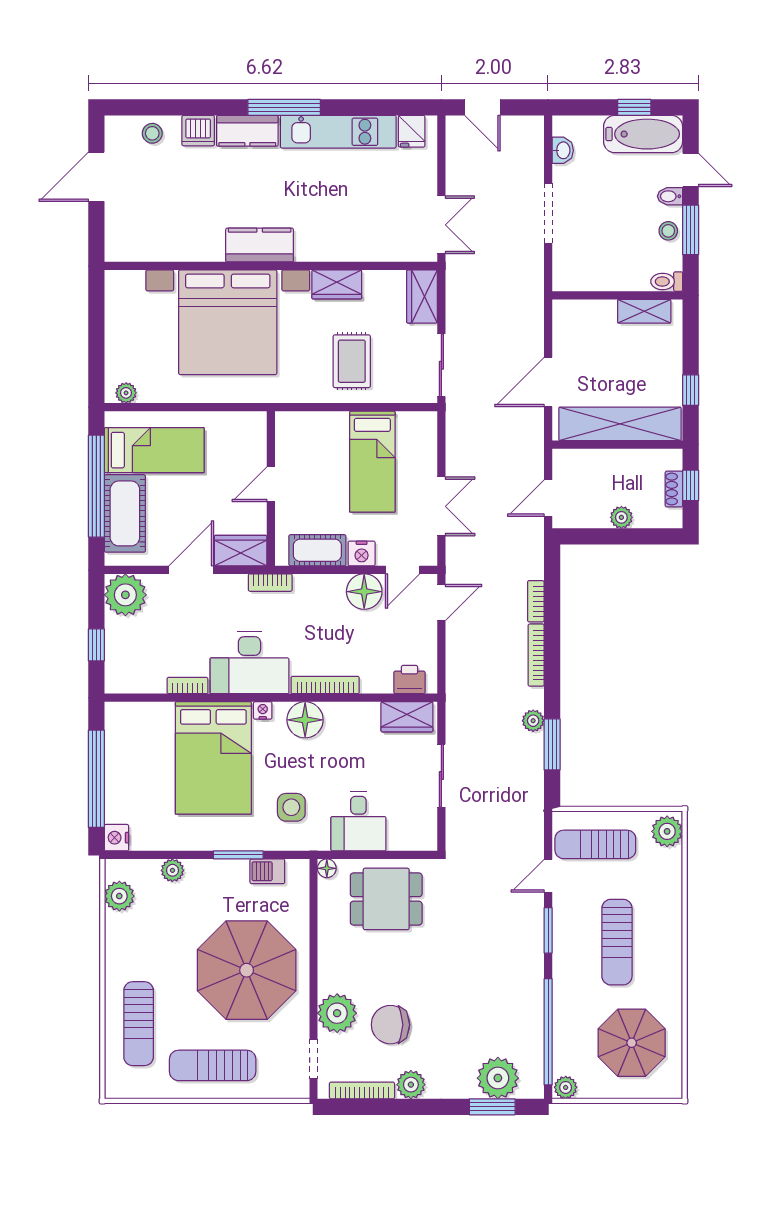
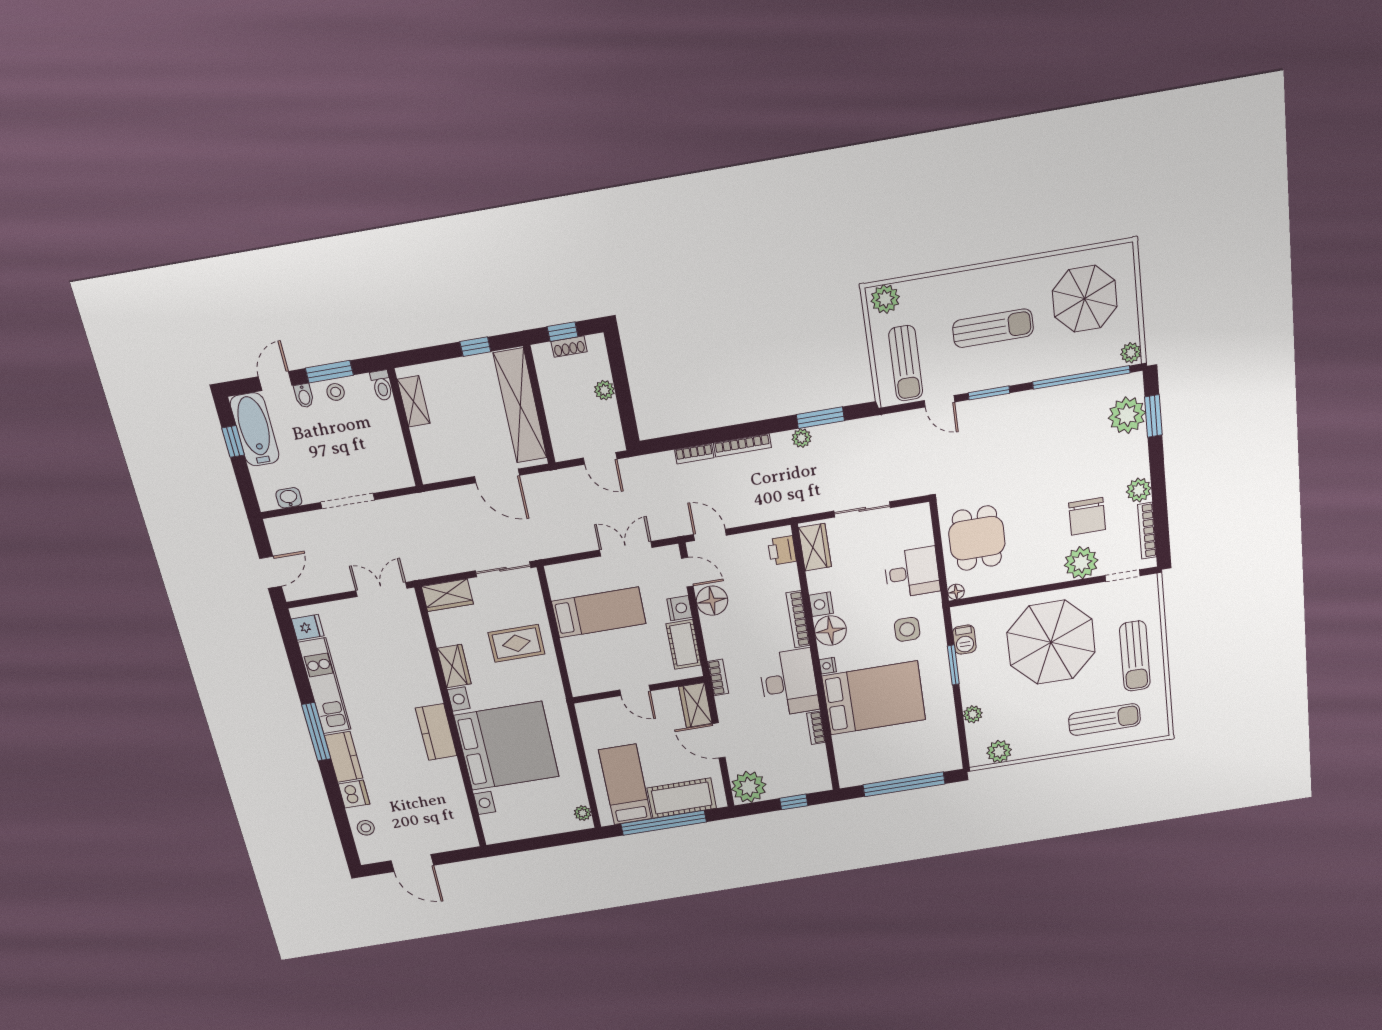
nightstand: (116, 838) -> (821, 604), moved, turned 90

